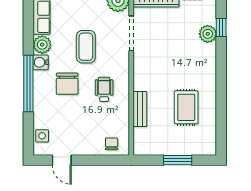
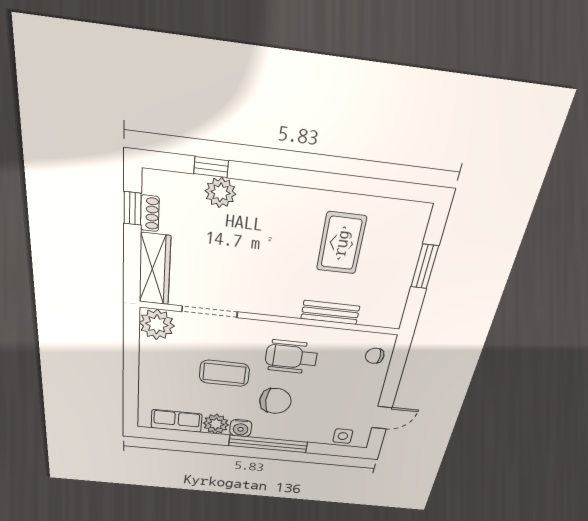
wheelchair: (104, 89) -> (291, 357), width x1.36, depth x1.37
rug: (186, 107) -> (341, 243), turned 90

